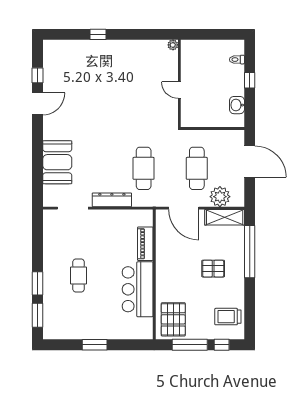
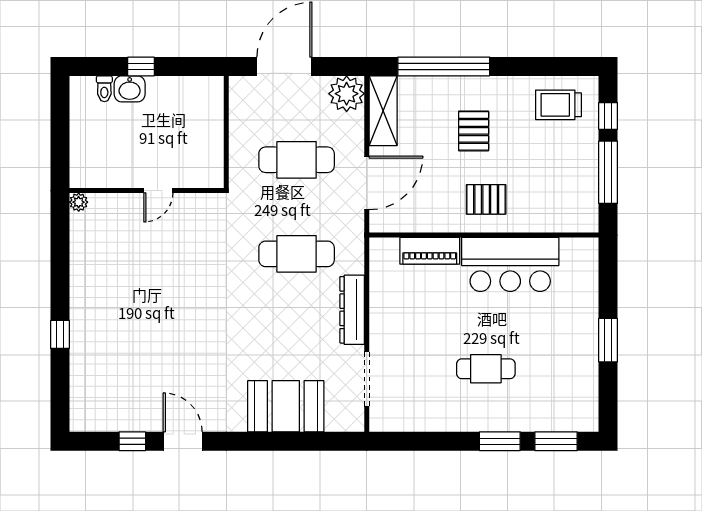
washbasin: (237, 105) -> (130, 89), moved
plant: (220, 197) -> (347, 94), moved
trolley: (228, 317) -> (558, 105), turned 90
pallet: (173, 319) -> (486, 199), moved, width x0.67, depth x0.71

